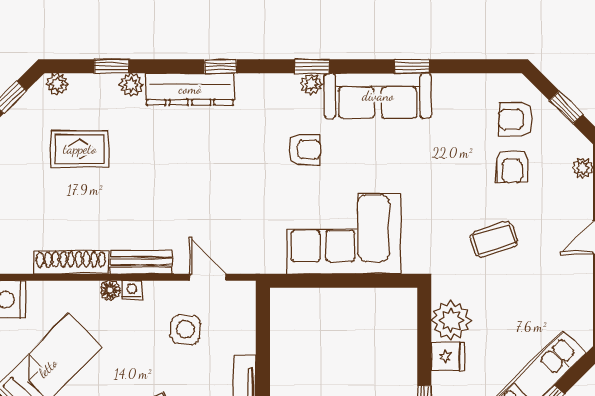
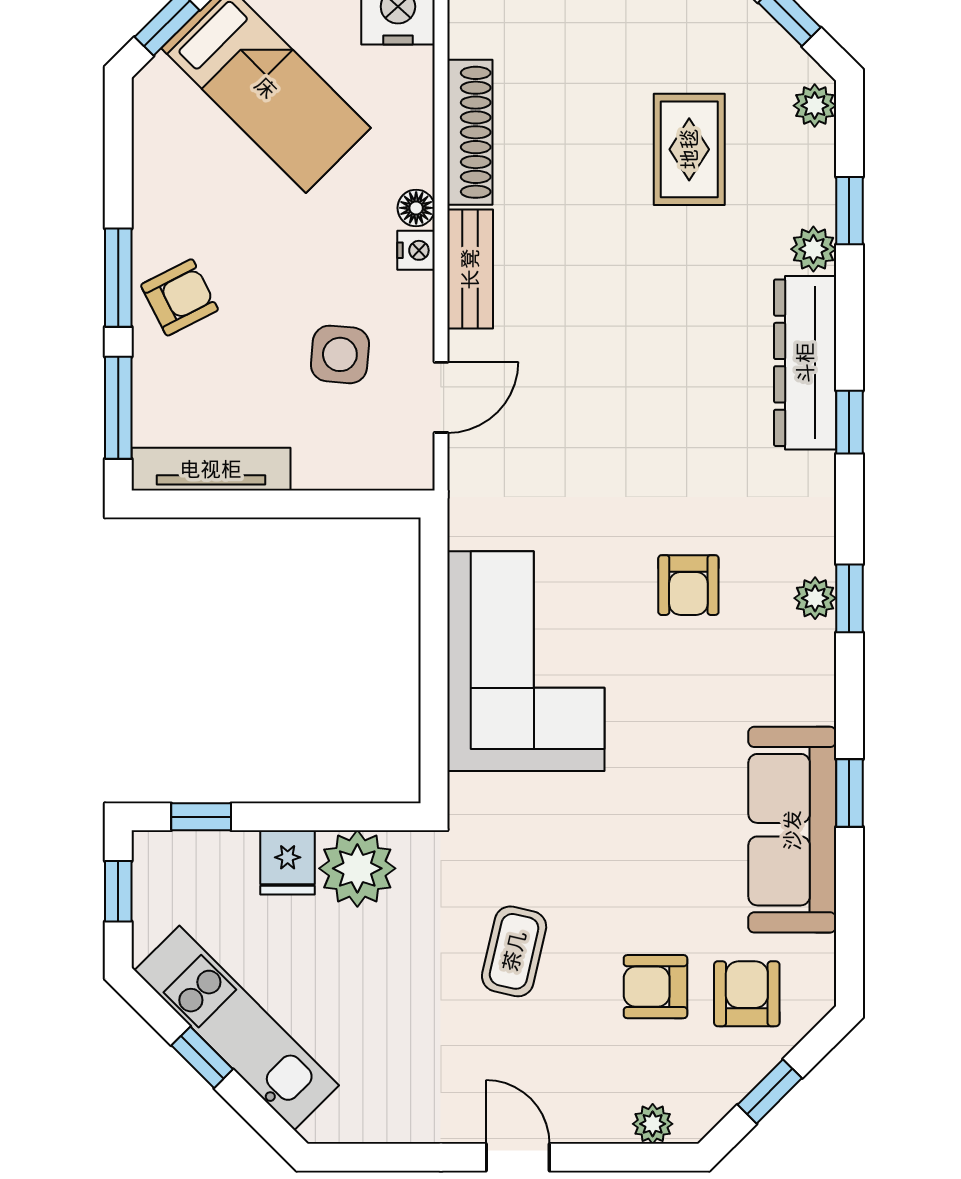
sofa: (378, 96) -> (792, 830), moved
coffee table: (494, 239) -> (514, 951), turned 30

